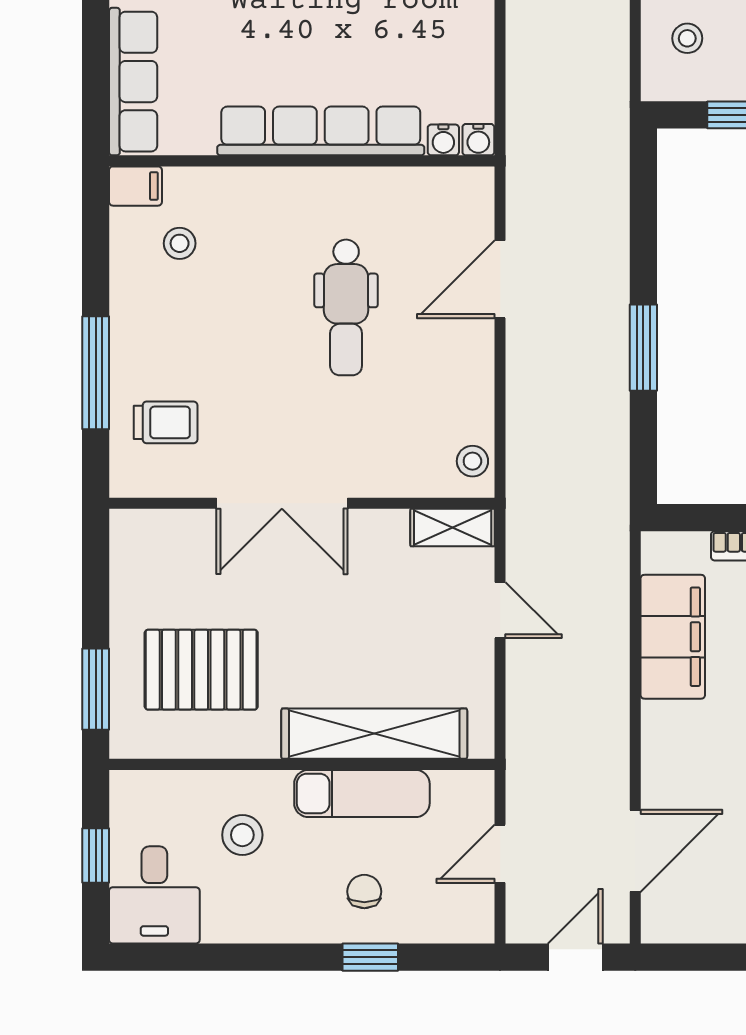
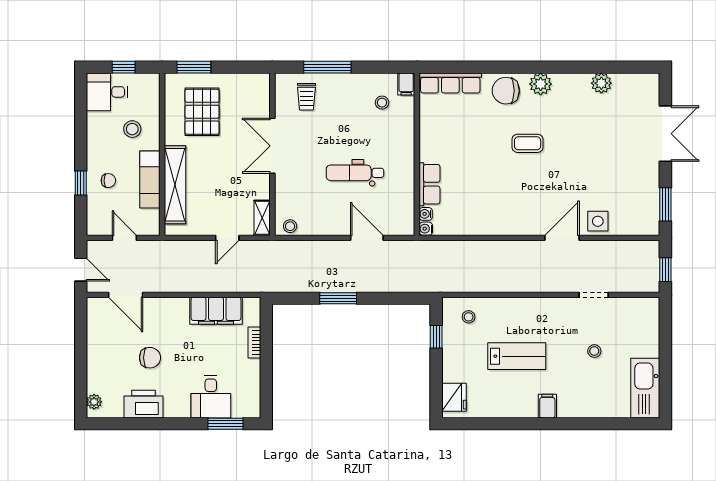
row of seats: (321, 131) -> (429, 184), width x0.50

